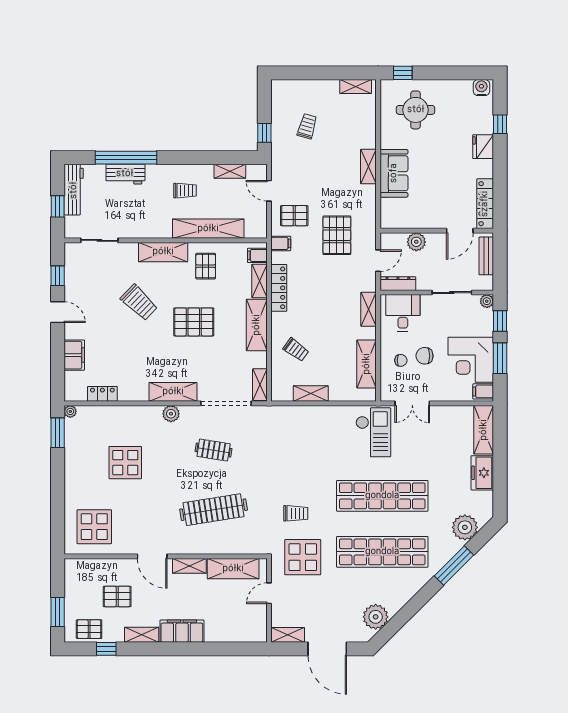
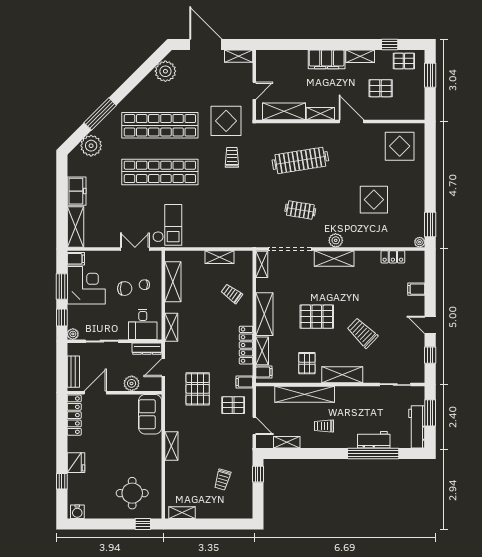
sofa: (394, 173) -> (150, 414), moved
window: (58, 206) -> (430, 413), width x1.50
filing cabinet: (74, 355) -> (416, 289), width x0.50
checkout: (373, 432) -> (167, 225), turned 180
trolley: (296, 513) -> (232, 157), turned 90

